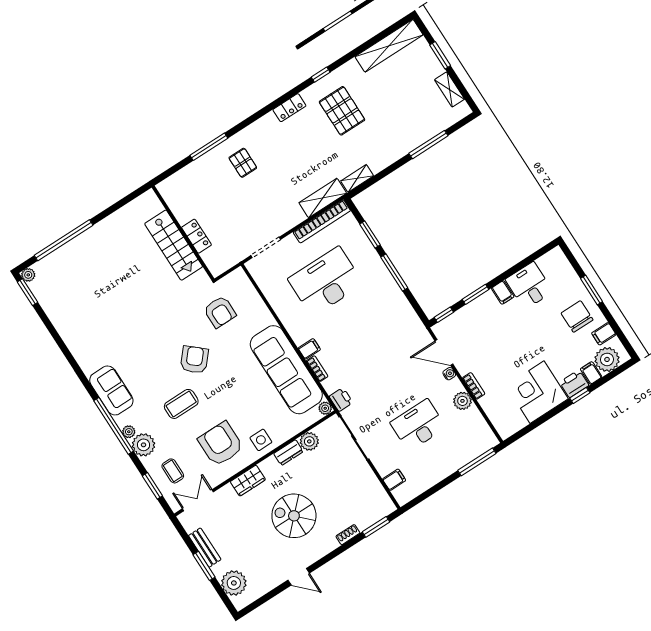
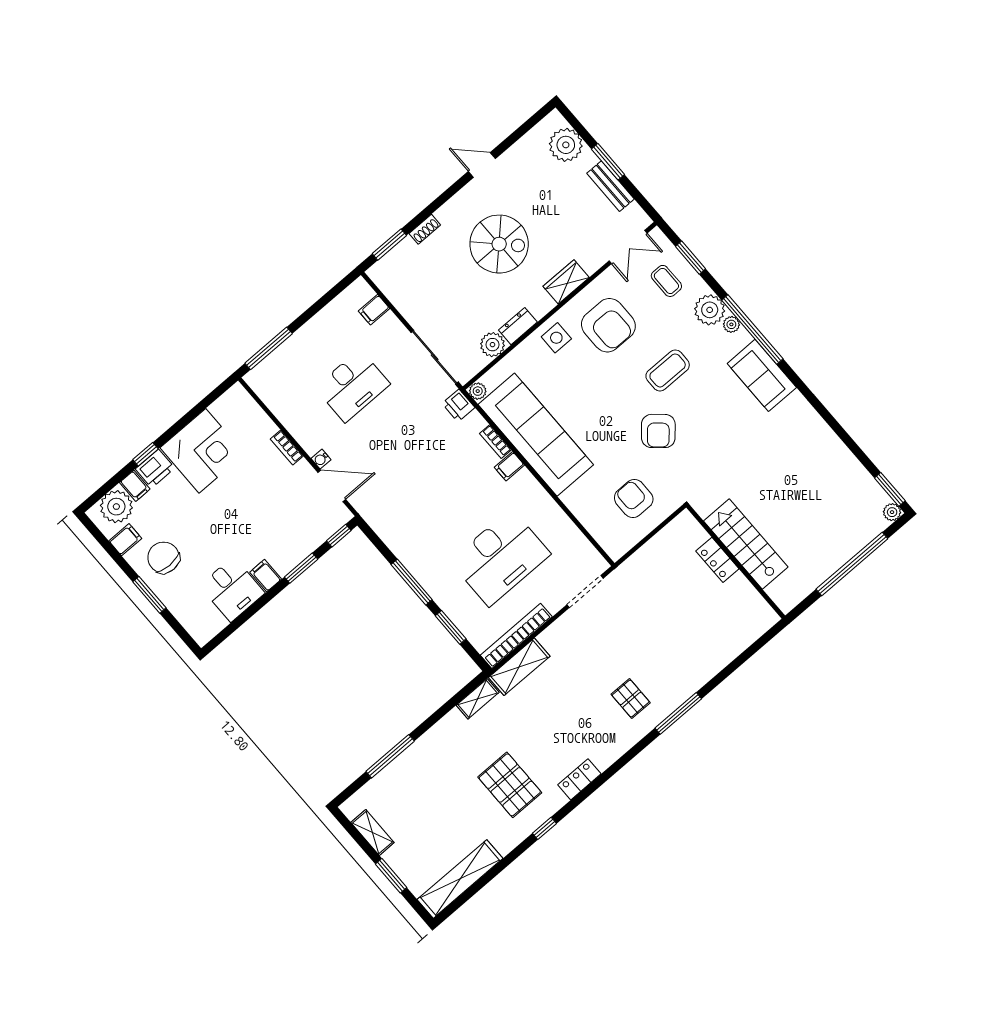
wall: (183, 233) -> (736, 562), moved
locker: (196, 236) -> (717, 560), moved
stairs: (174, 245) -> (746, 544), moved
chair: (577, 316) -> (164, 558), turned 180
plant: (462, 401) -> (299, 426), removed

